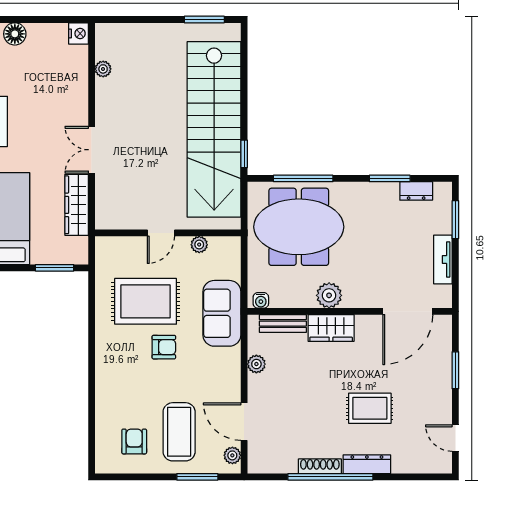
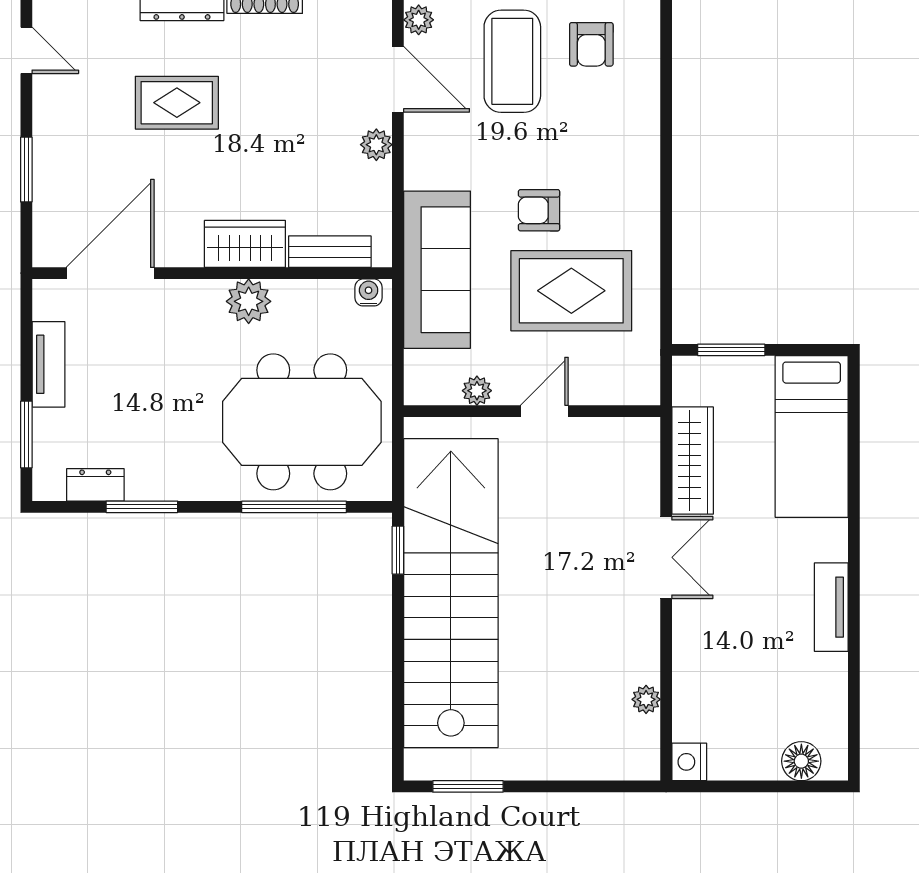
sofa: (222, 313) -> (437, 270), width x1.36
plant: (256, 364) -> (376, 145), moved

